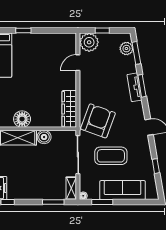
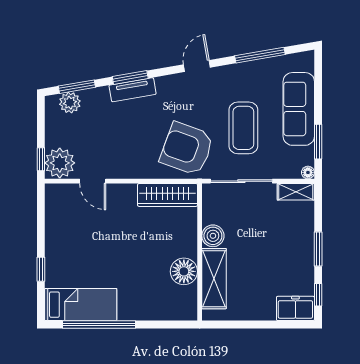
window: (102, 31) -> (41, 159), moved
window: (156, 166) -> (260, 55), width x2.17
window: (53, 202) -> (318, 249), moved

